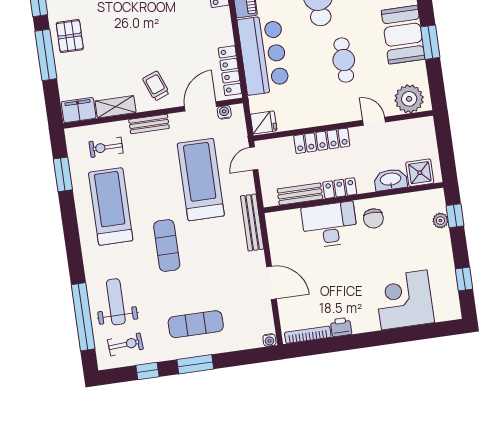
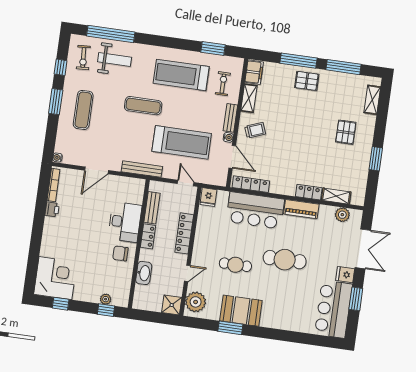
water cooler: (224, 112) -> (228, 137), moved
shower: (420, 173) -> (172, 305), moved
treadmill: (111, 206) -> (181, 75), turned 180
corner desk: (404, 300) -> (55, 278), moved

